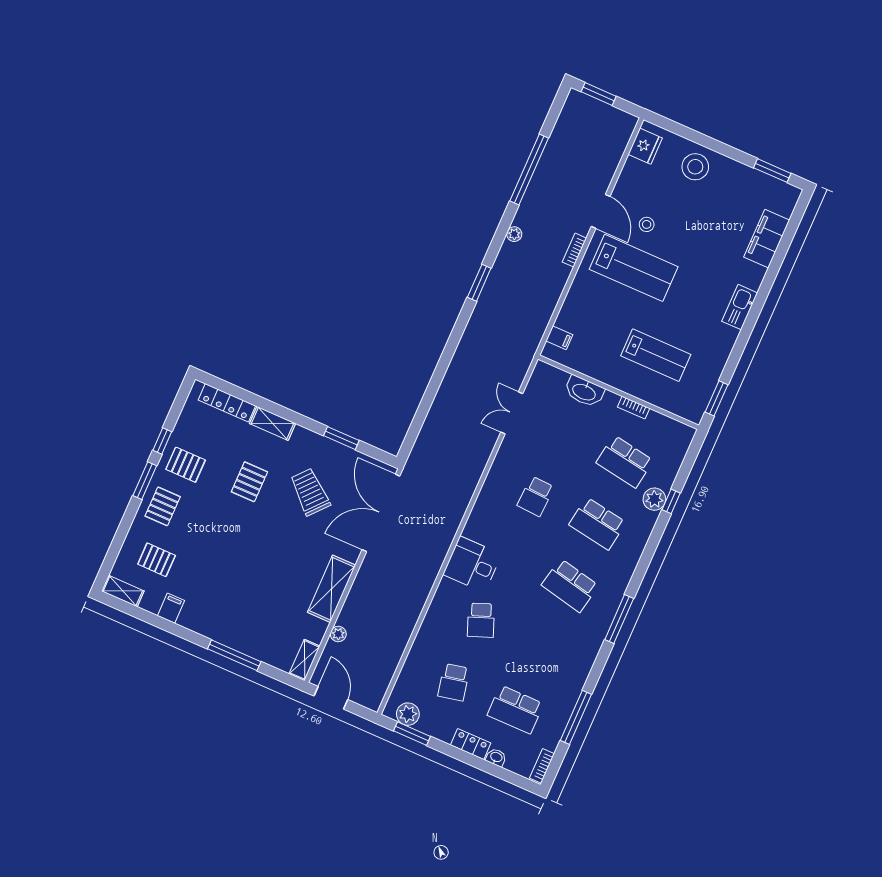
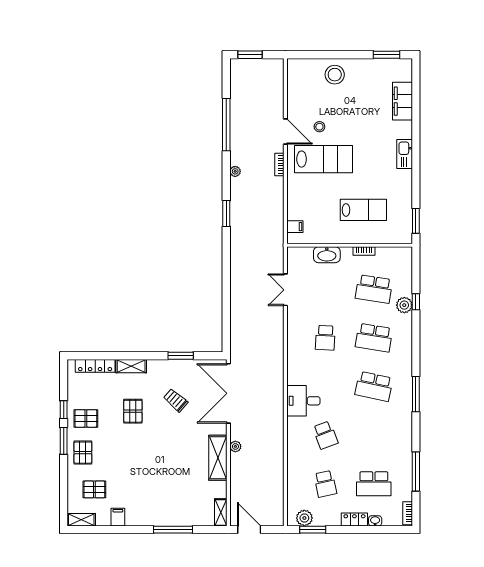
fridge: (645, 146) -> (296, 76), removed
trolley: (310, 492) -> (176, 400), width x0.73, depth x0.72
plant: (338, 634) -> (235, 446), moved

